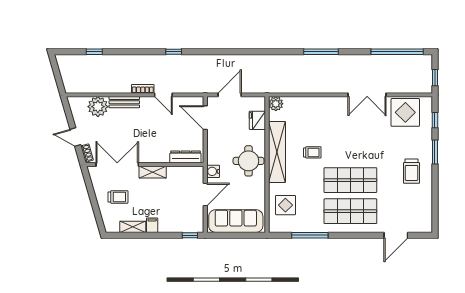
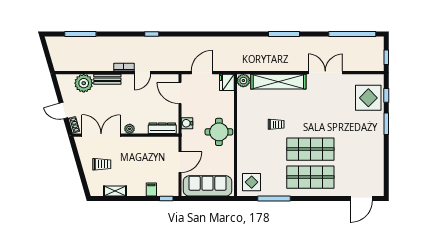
window: (94, 52) -> (80, 34), width x2.17
door: (163, 95) -> (142, 73), hinge flipped
double door: (367, 95) -> (325, 73), swing flipped
display table: (405, 112) -> (368, 98), moved
fridge: (257, 120) -> (227, 82), moved
shelving: (277, 152) -> (278, 82), moved, turned 90
plant: (149, 157) -> (130, 129), added
water cooler: (213, 171) -> (187, 123), moved
trolley: (411, 171) -> (365, 141), removed
shelving: (153, 172) -> (133, 142), removed
display table: (285, 205) -> (252, 182), moved
filing cabinet: (152, 225) -> (151, 190), moved
door: (396, 235) -> (361, 199), moved

